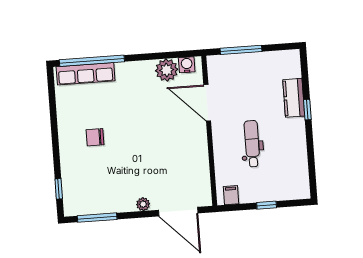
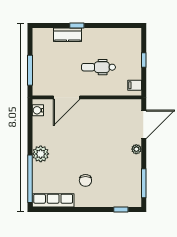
plant: (167, 70) -> (41, 154), moved
row of seats: (86, 74) -> (53, 200), moved, turned -90

